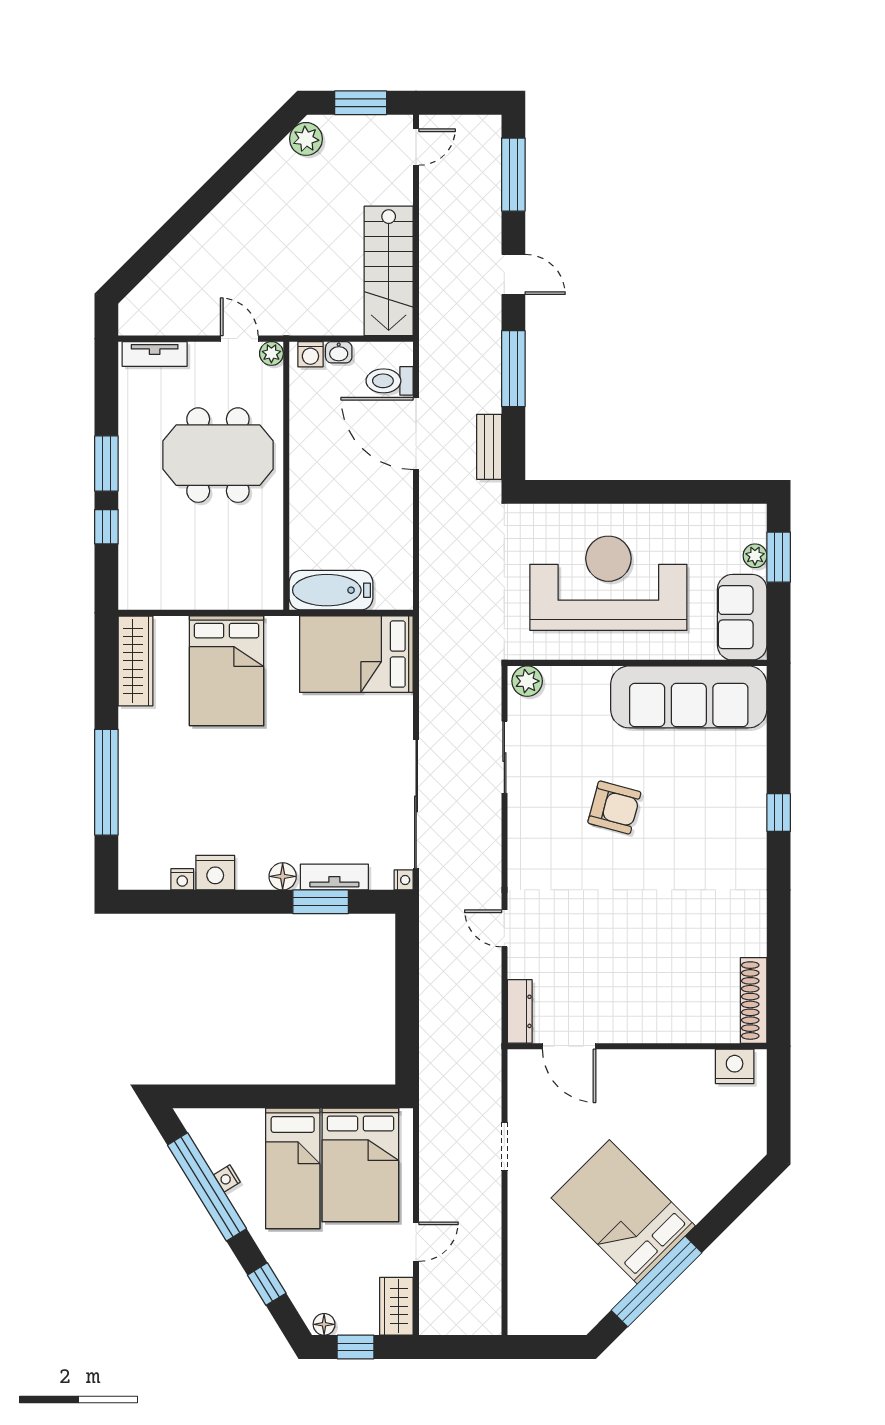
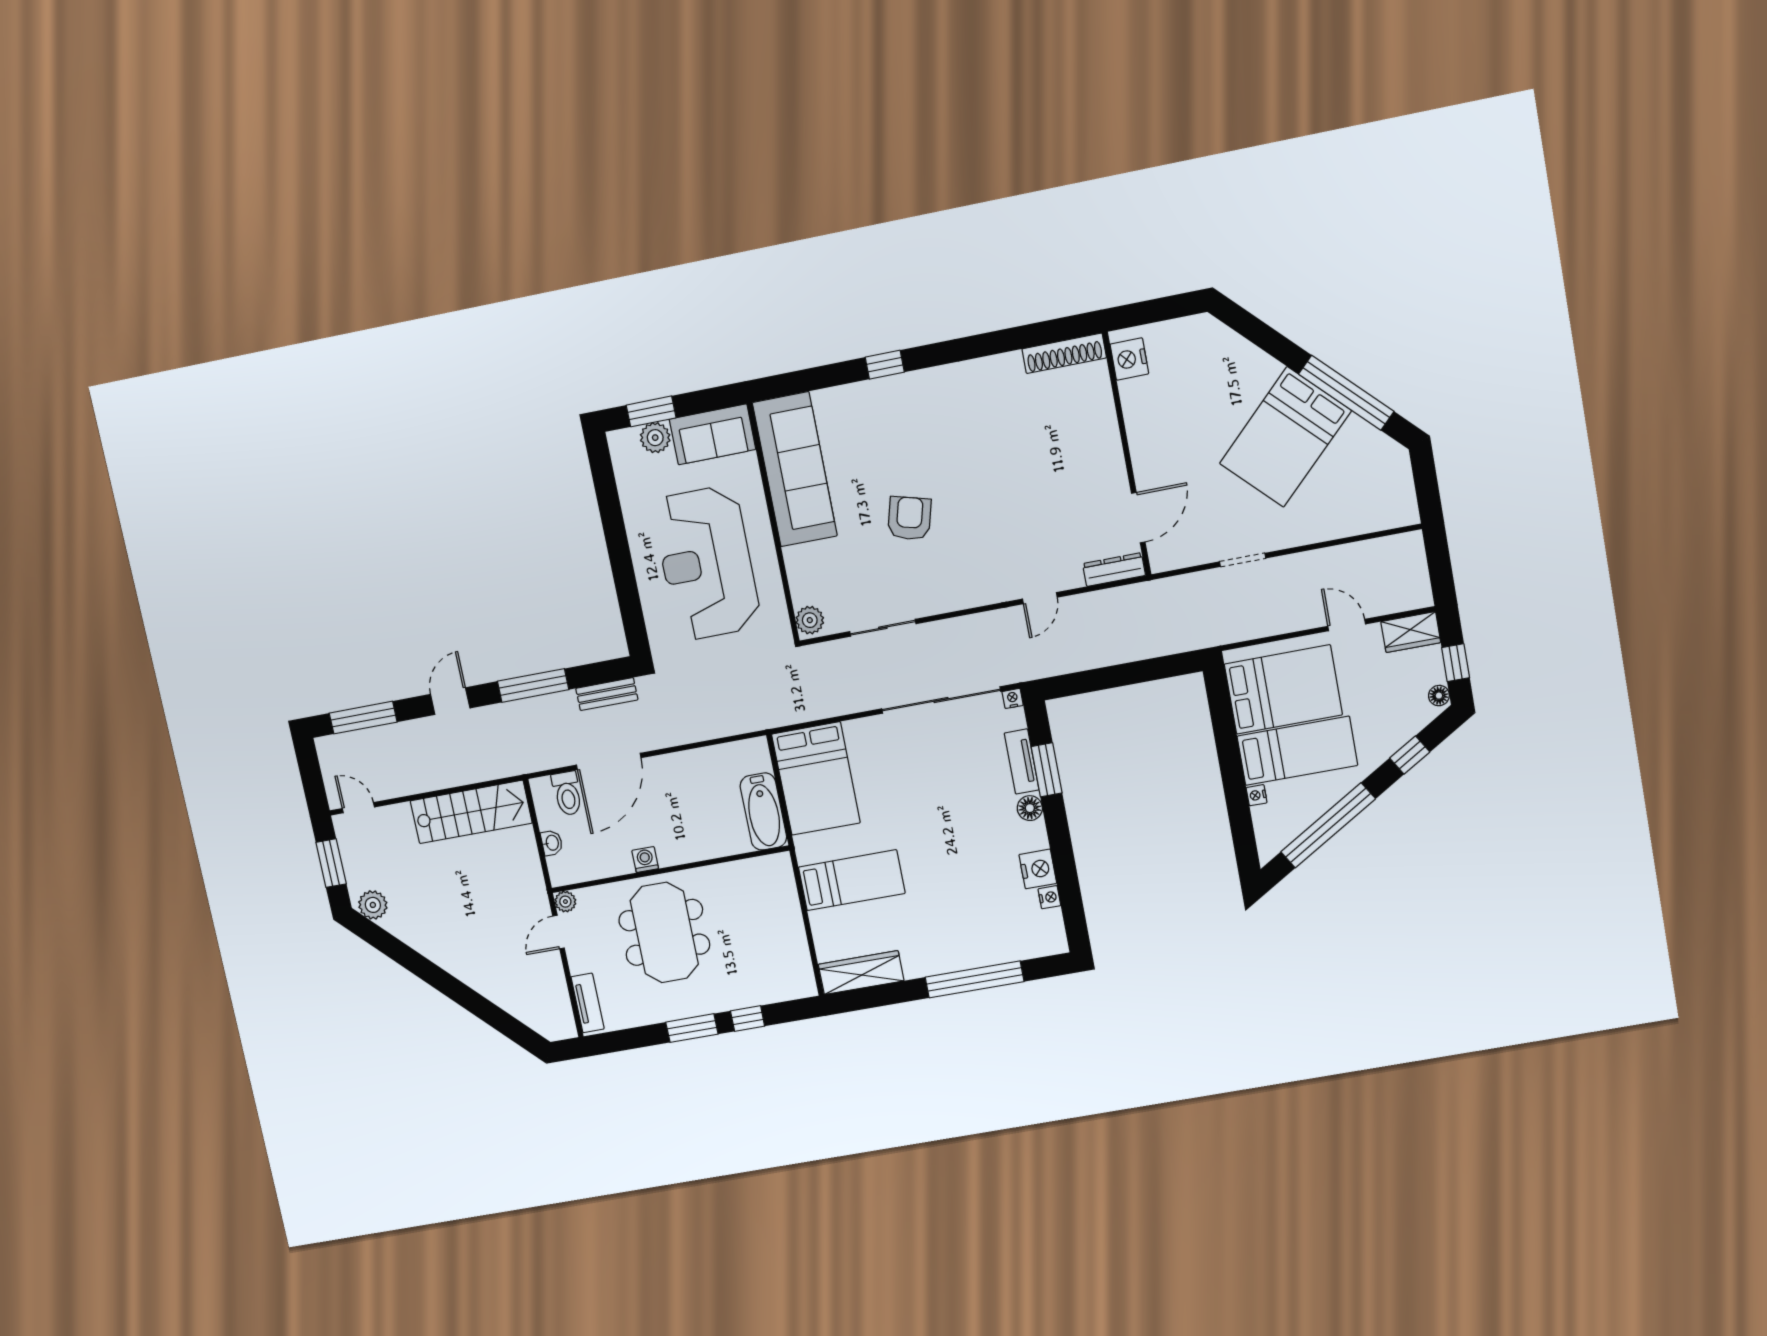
washing machine: (310, 354) -> (645, 860), moved, turned -90
plant: (755, 556) -> (655, 438), width x1.38, depth x1.38
bed: (227, 671) -> (852, 880), width x0.67
nightstand: (227, 1178) -> (1257, 795), moved, turned 122

